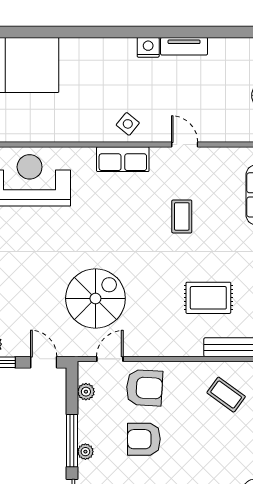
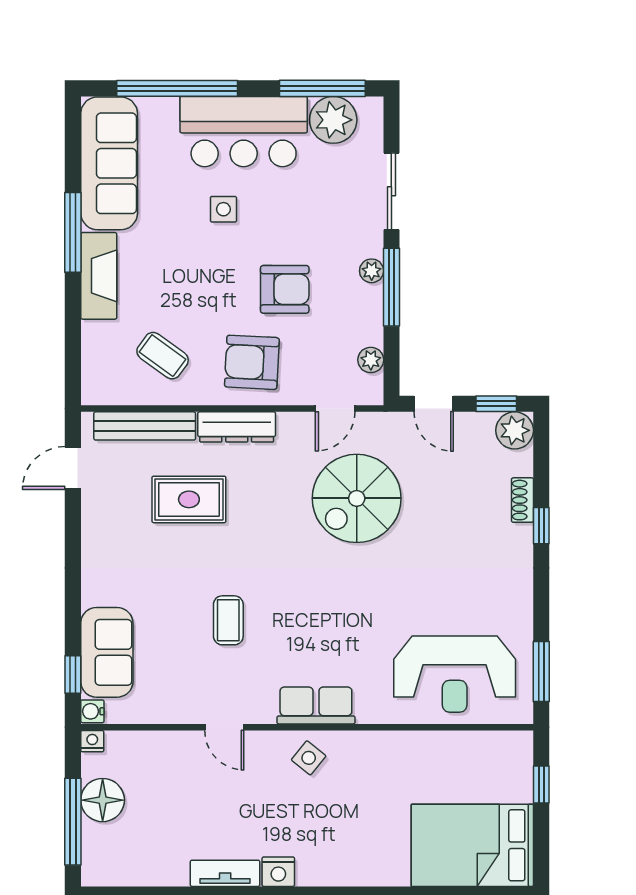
dresser: (176, 347) -> (237, 427), added
armchair: (144, 388) -> (252, 362), moved

